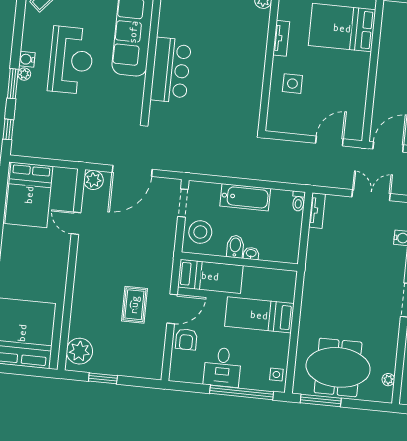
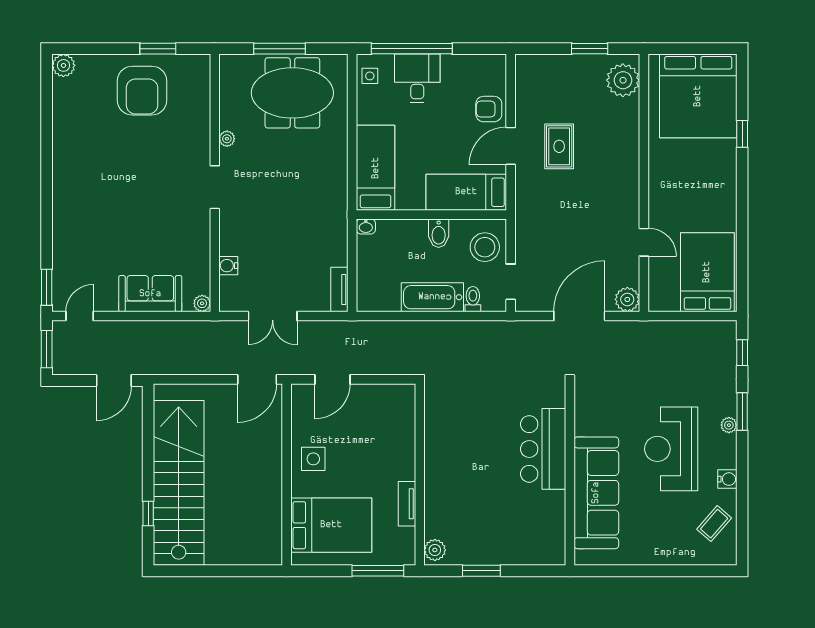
water cooler: (27, 59) -> (727, 479), moved
side table: (292, 84) -> (313, 459), moved
toilet: (298, 201) -> (473, 299), moved
washbasin: (251, 253) -> (366, 226), moved
bed: (259, 315) -> (376, 168), moved, turned -90
armchair: (186, 339) -> (489, 109), turned -90
desk: (222, 367) -> (417, 78), moved
plant: (388, 380) -> (227, 139), moved
window: (321, 401) -> (280, 49), moved

